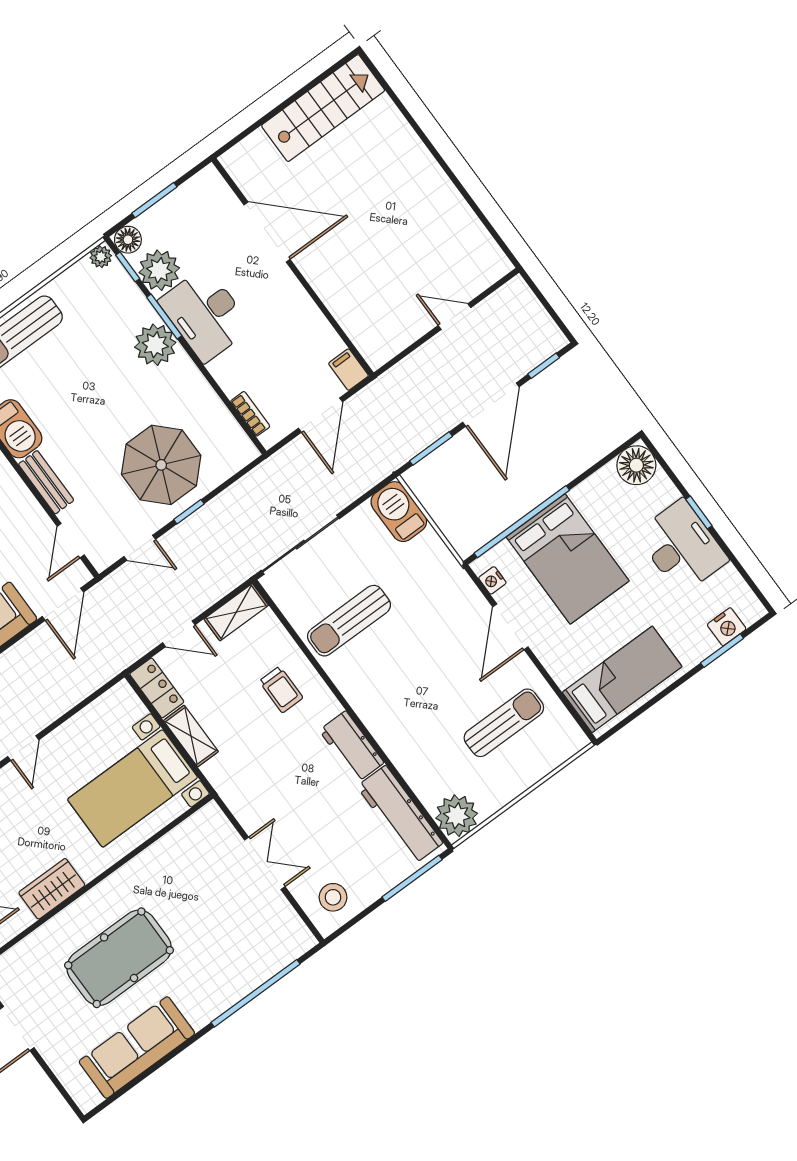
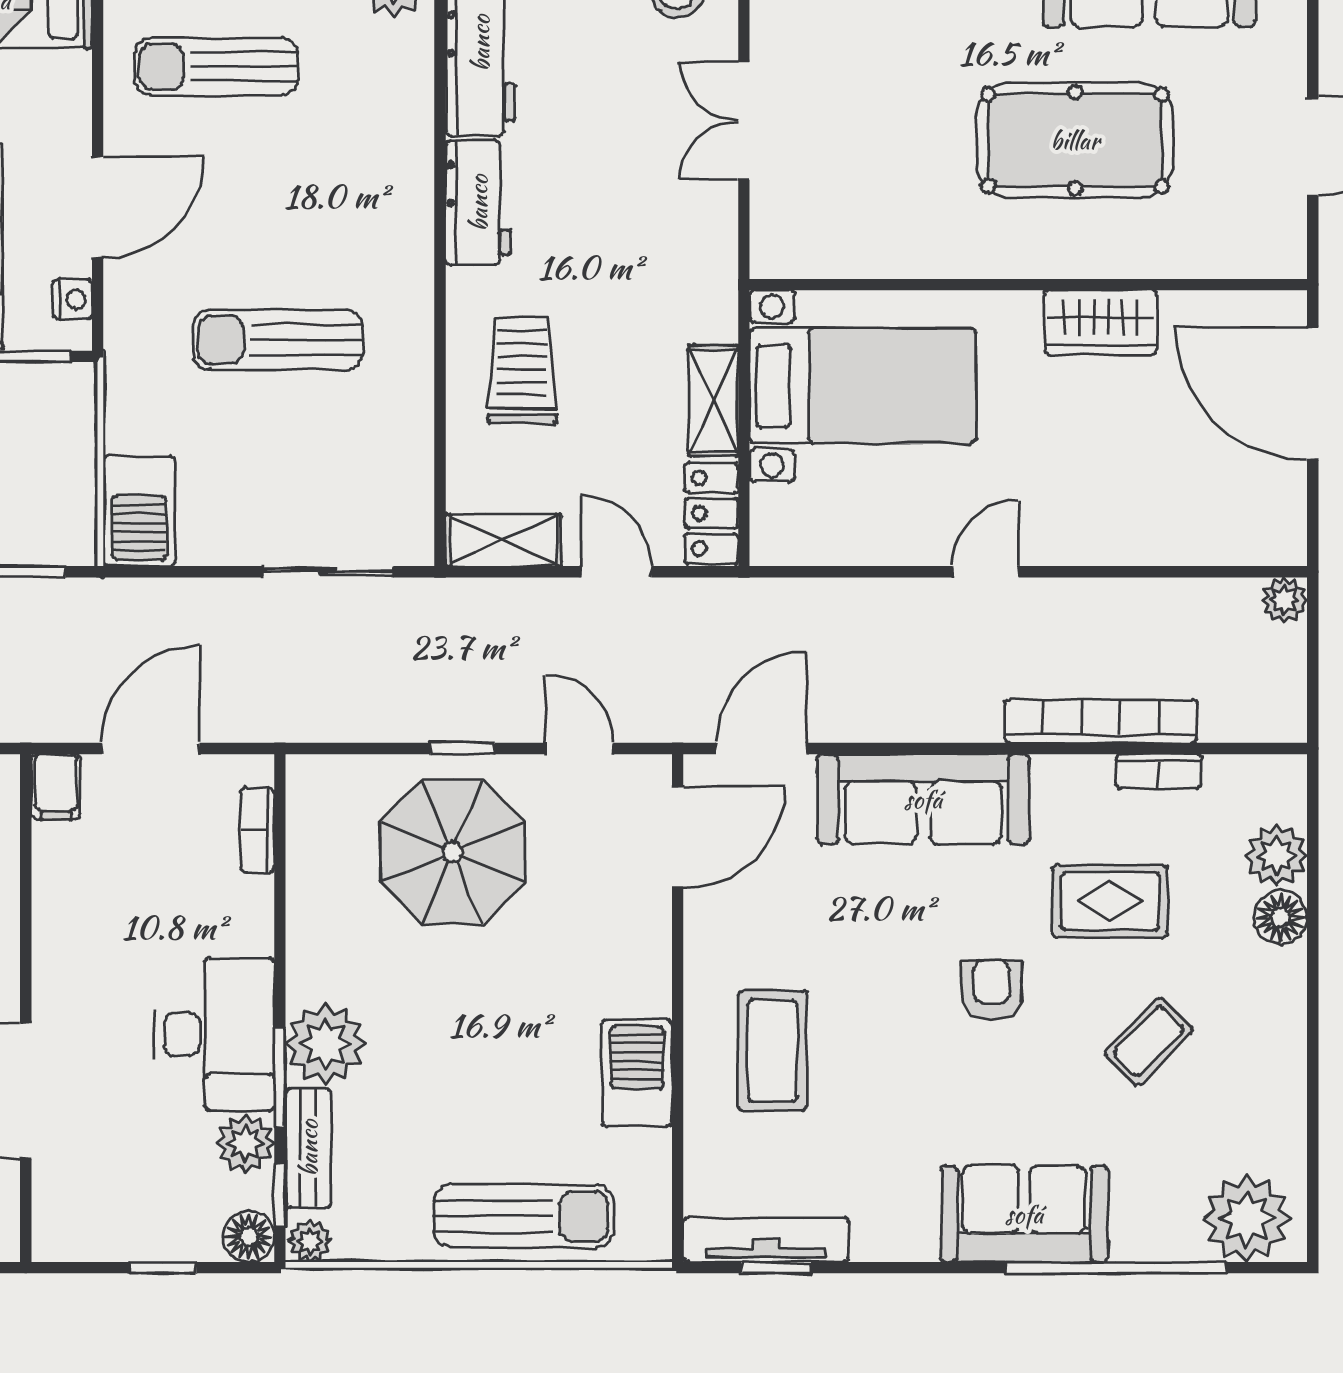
window: (154, 200) -> (163, 1268), width x0.67
plant: (159, 270) -> (245, 1144), width x0.73, depth x0.73
bench: (46, 482) -> (308, 1148), moved
door: (71, 541) -> (678, 838), width x1.38
sliding door: (300, 545) -> (328, 572), width x0.73
sun lounger: (349, 621) -> (278, 340), moved, turned 180
trolley: (281, 690) -> (522, 370), width x1.36, depth x1.39

